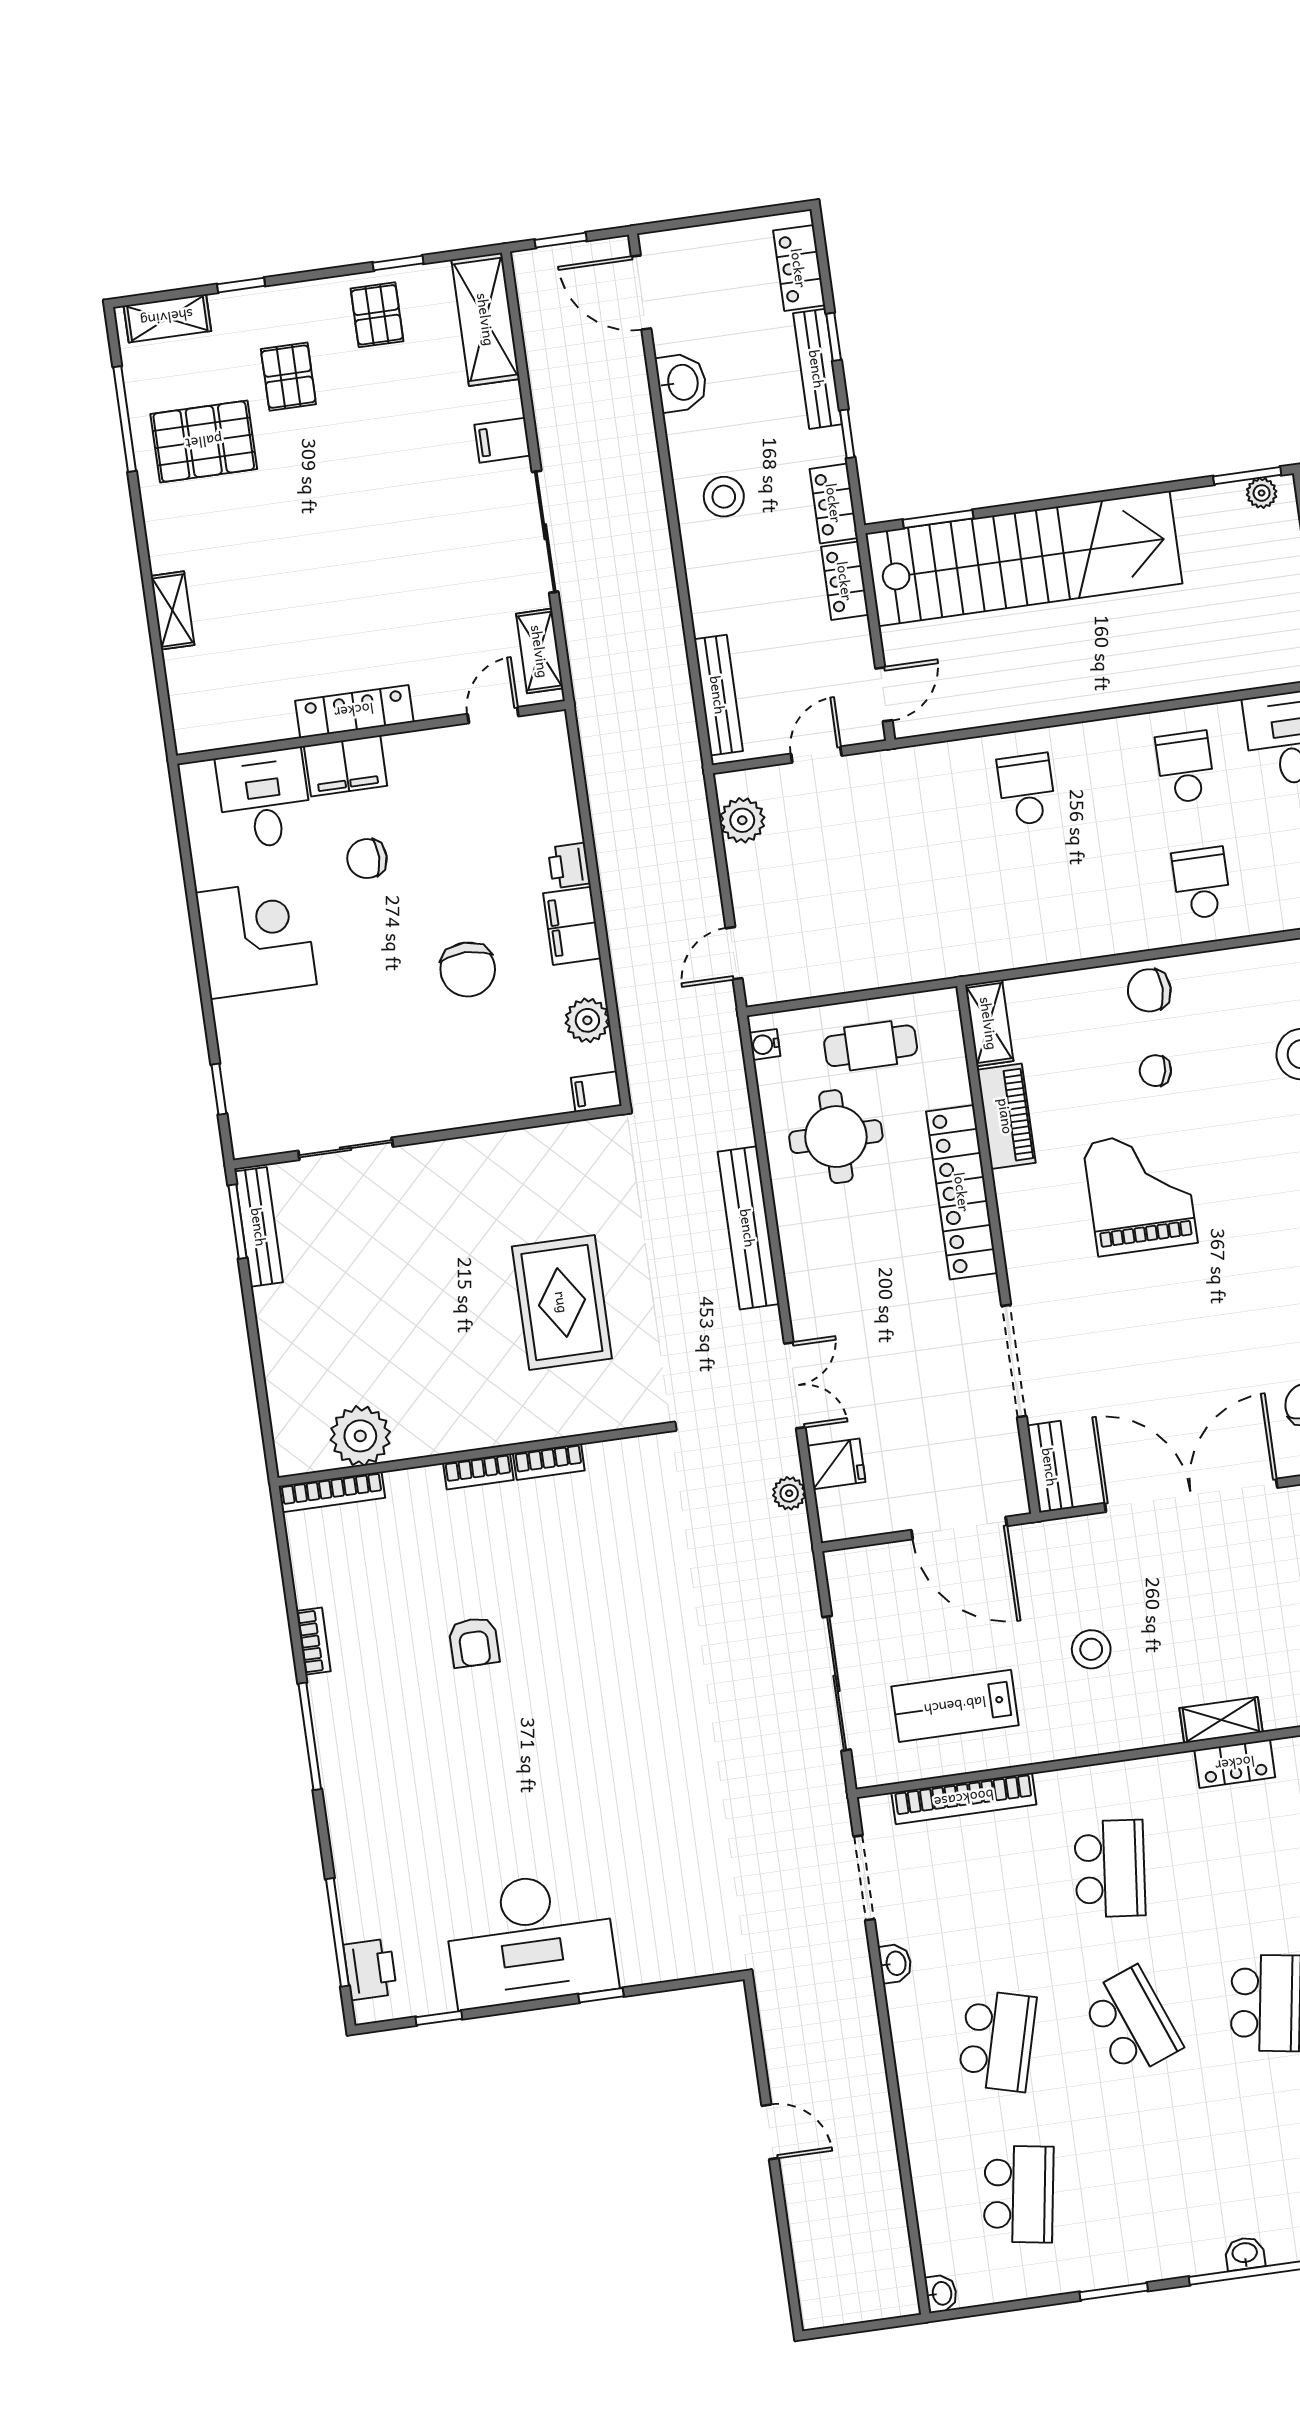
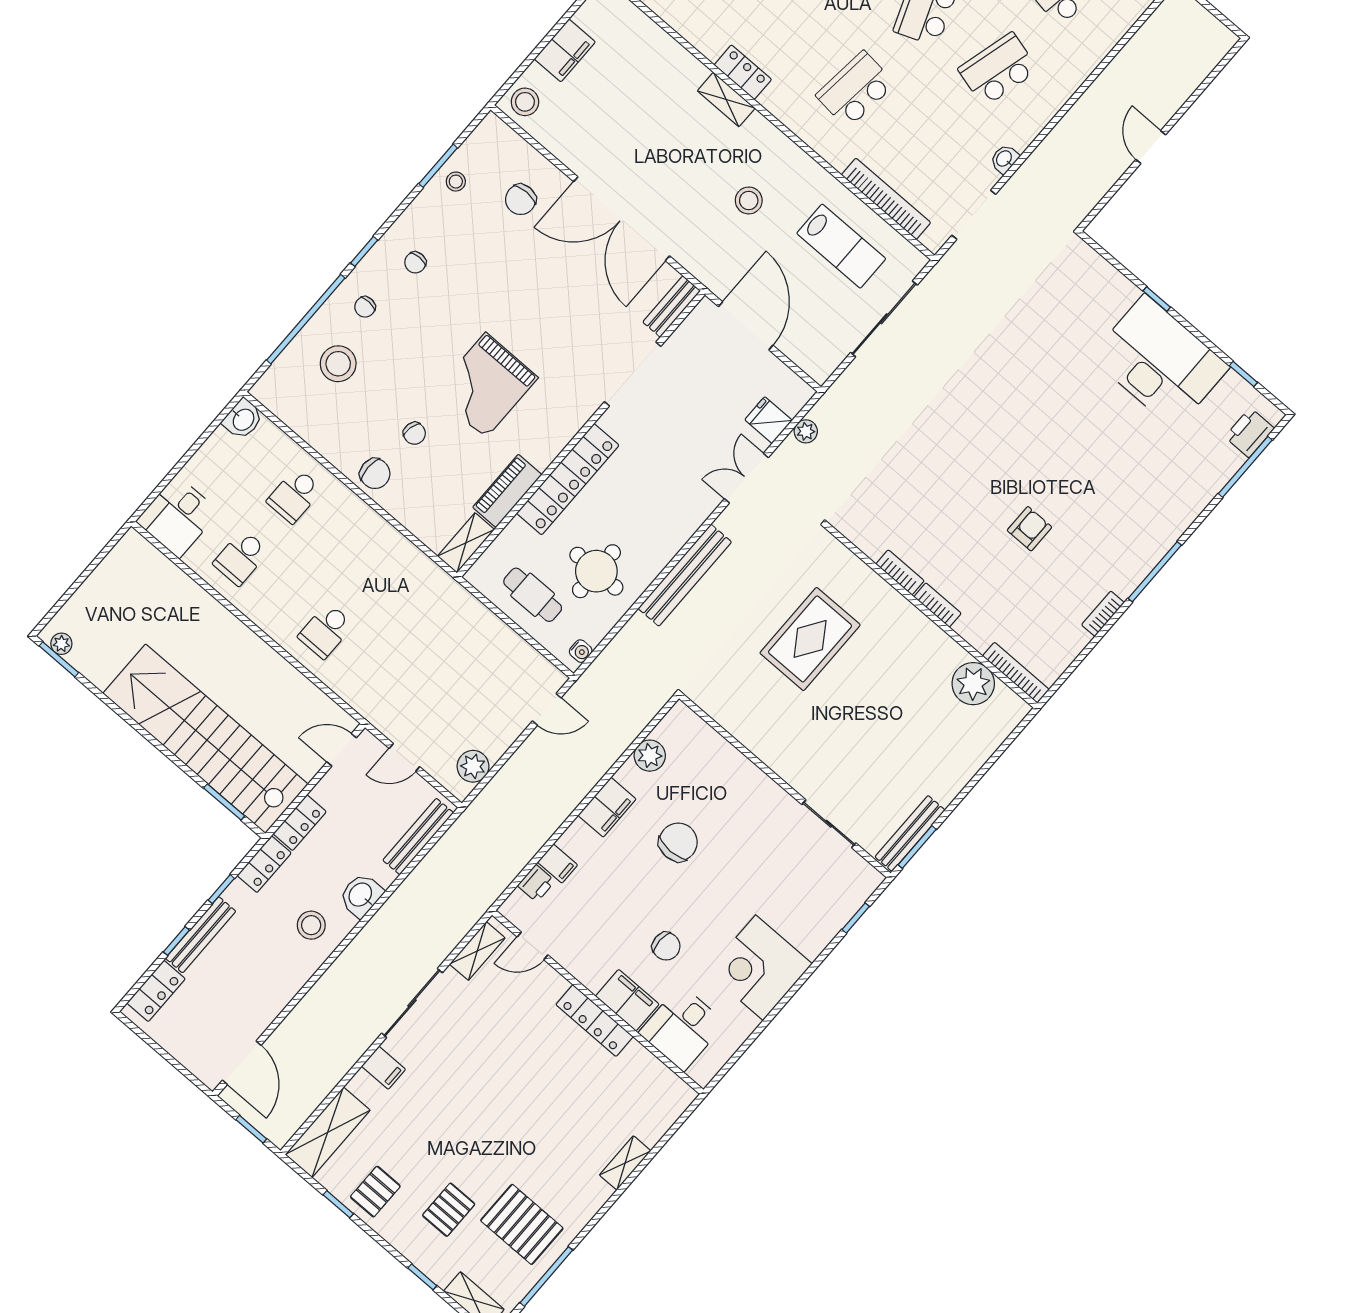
washbasin: (682, 383) -> (361, 895), moved
printer: (569, 866) -> (536, 883), moved
filing cabinet: (596, 1092) -> (558, 864), moved

